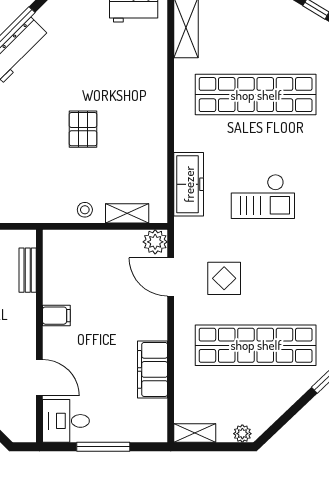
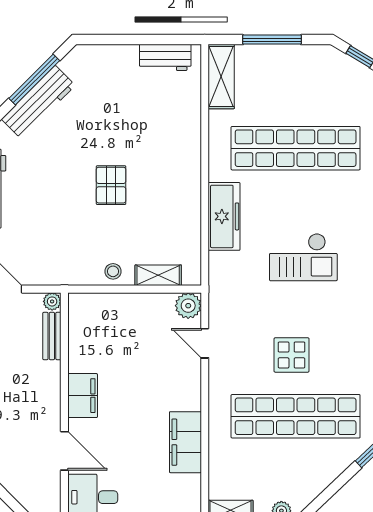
freezer: (189, 184) -> (224, 216), moved
plant: (28, 238) -> (52, 301), added
door: (171, 277) -> (205, 343), width x0.73
display table: (224, 278) -> (292, 355), moved
filing cabinet: (56, 316) -> (83, 396), width x2.00

